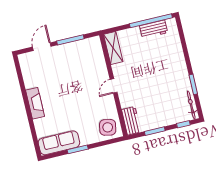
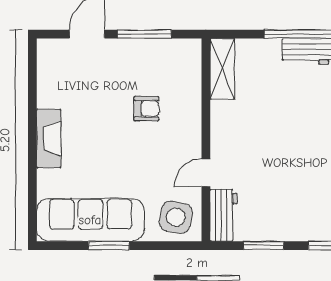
armchair: (80, 77) -> (146, 109), added
door: (114, 86) -> (206, 173), moved
sofa: (59, 143) -> (90, 220), width x1.36, depth x1.27

